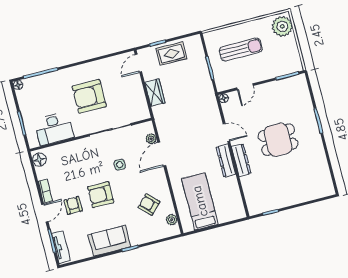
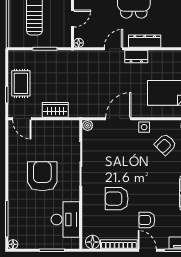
door: (245, 87) -> (73, 19), hinge flipped
armchair: (89, 96) -> (42, 176), turned 180
plant: (151, 139) -> (88, 125), moved
door: (162, 154) -> (118, 119), swing flipped
dresser: (226, 161) -> (136, 57), width x0.70
side table: (120, 165) -> (144, 127), moved
bookcase: (45, 191) -> (119, 244), width x1.56
armchair: (101, 195) -> (117, 199), moved, turned 90

